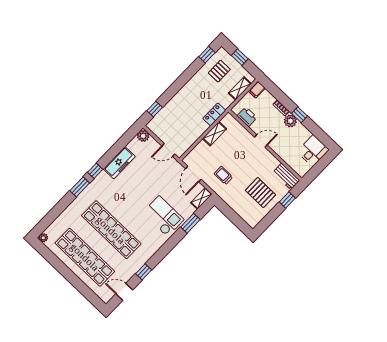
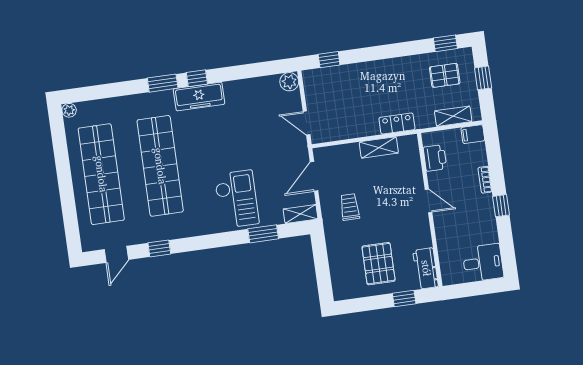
plant: (290, 121) -> (484, 205), removed
freezer: (119, 163) -> (199, 96), moved
door: (124, 292) -> (116, 254), swing flipped

